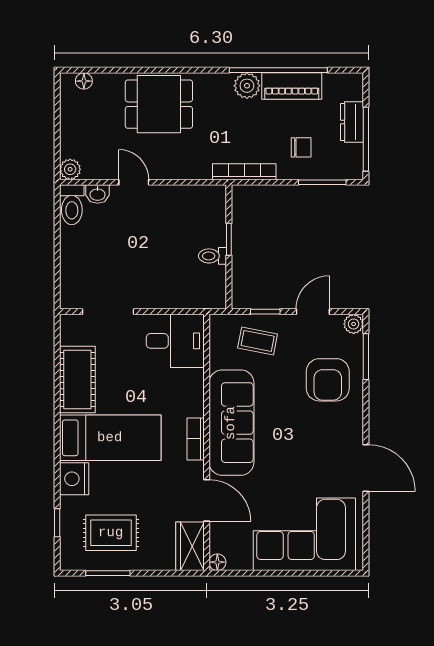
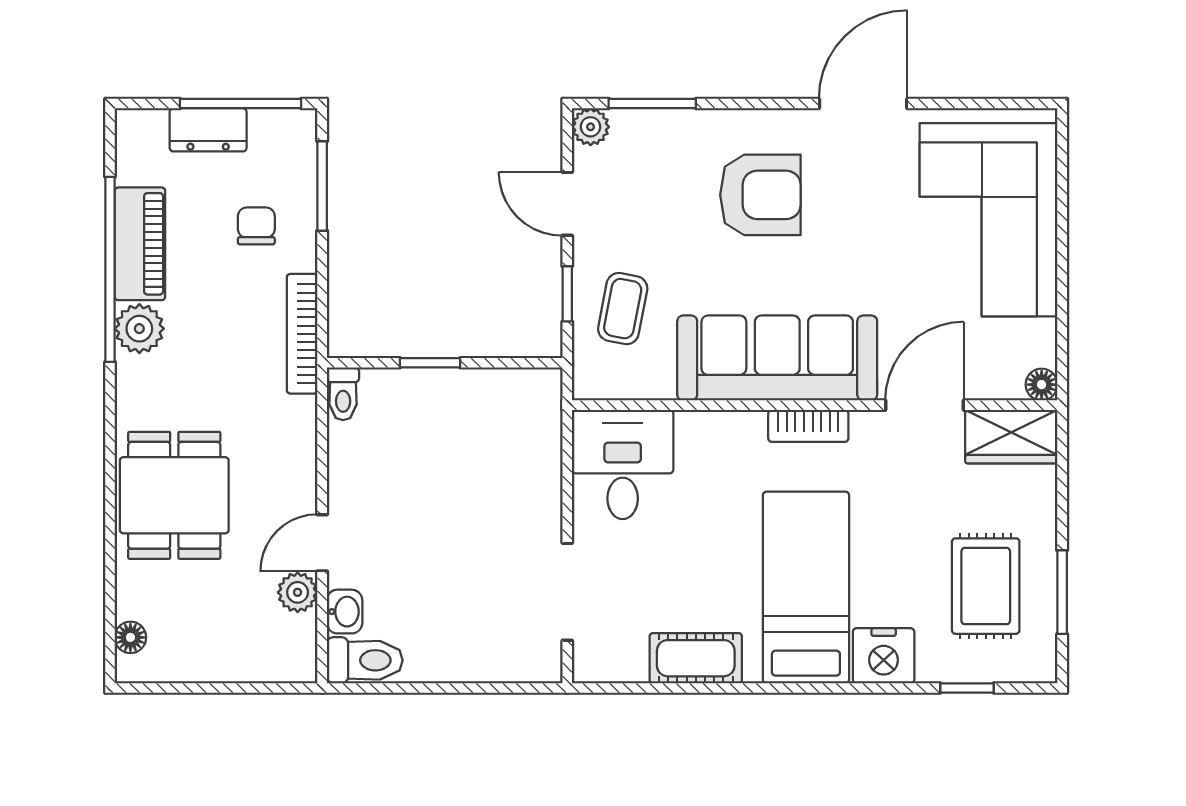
plant: (70, 169) -> (298, 592), moved
toilet: (213, 256) -> (343, 394), moved
cot: (77, 380) -> (696, 658), width x0.73, depth x0.75
armchair: (328, 380) -> (760, 195), moved

